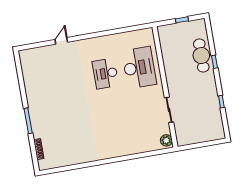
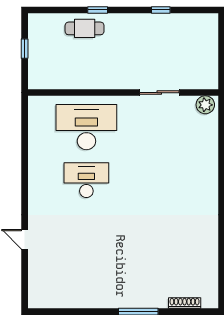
cafe table: (201, 56) -> (85, 28), width x0.73, depth x0.74
desk: (105, 73) -> (86, 180), turned 180

